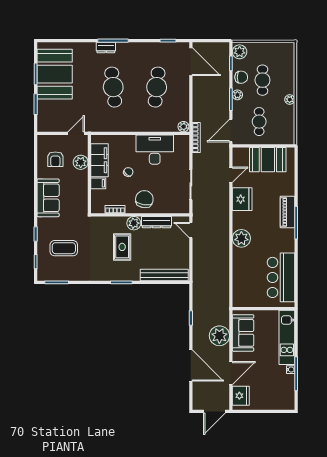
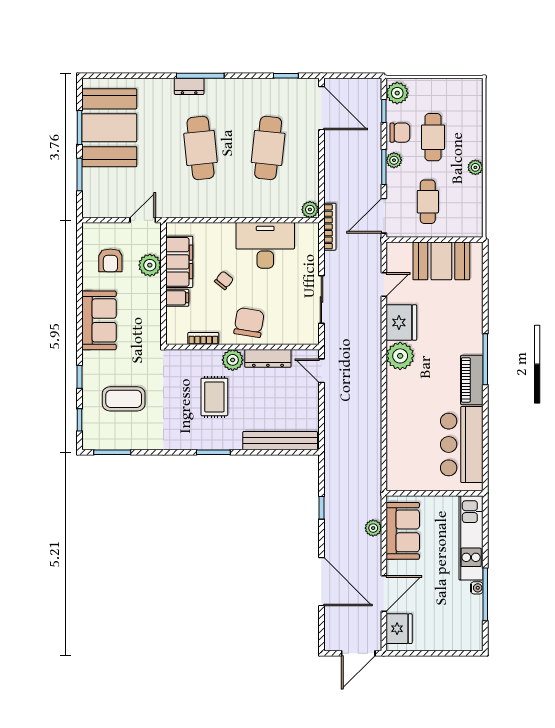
piano: (287, 212) -> (472, 380), moved
plant: (241, 238) -> (400, 356), moved
plant: (219, 336) -> (373, 528), width x0.53, depth x0.53

